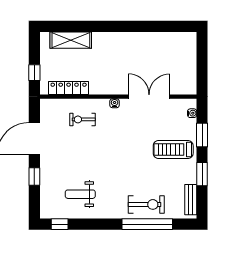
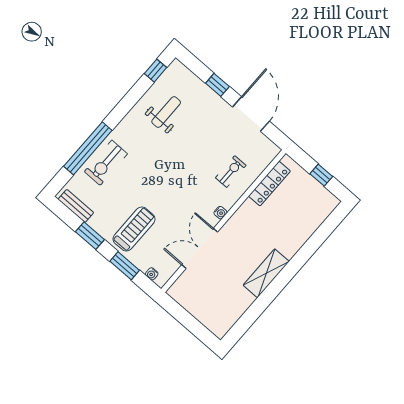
shelving: (71, 40) -> (266, 273), moved
window: (34, 73) -> (321, 175), moved
double door: (149, 97) -> (200, 248), swing flipped

